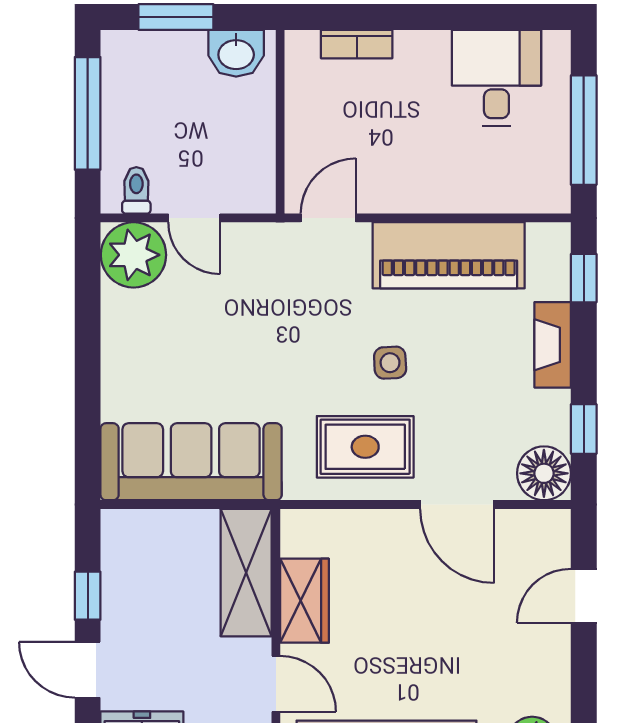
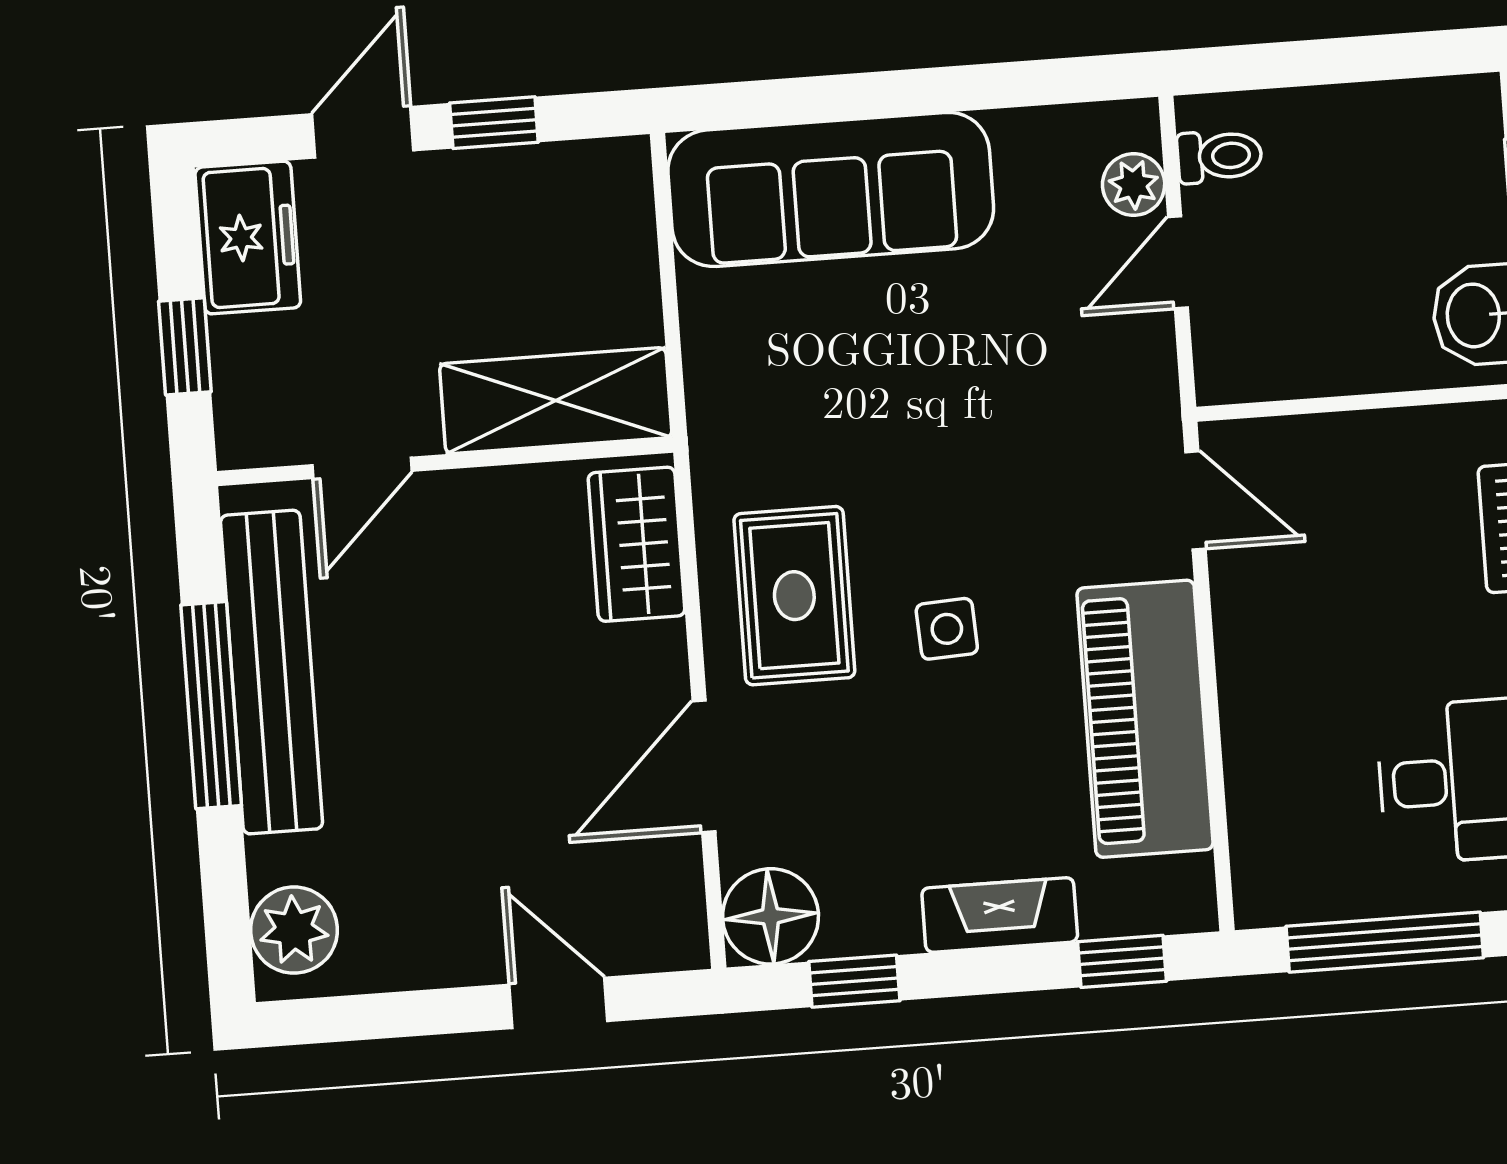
window: (88, 113) -> (1350, 60), removed
plant: (133, 255) -> (1134, 185), width x0.53, depth x0.53
sofa: (191, 462) -> (831, 189), moved, turned 90
wardrobe: (304, 601) -> (637, 544), moved, turned 90

